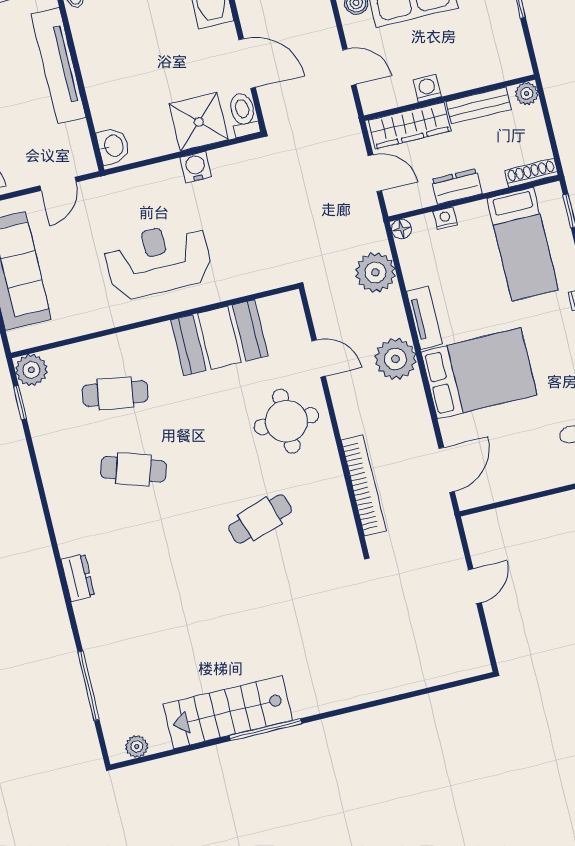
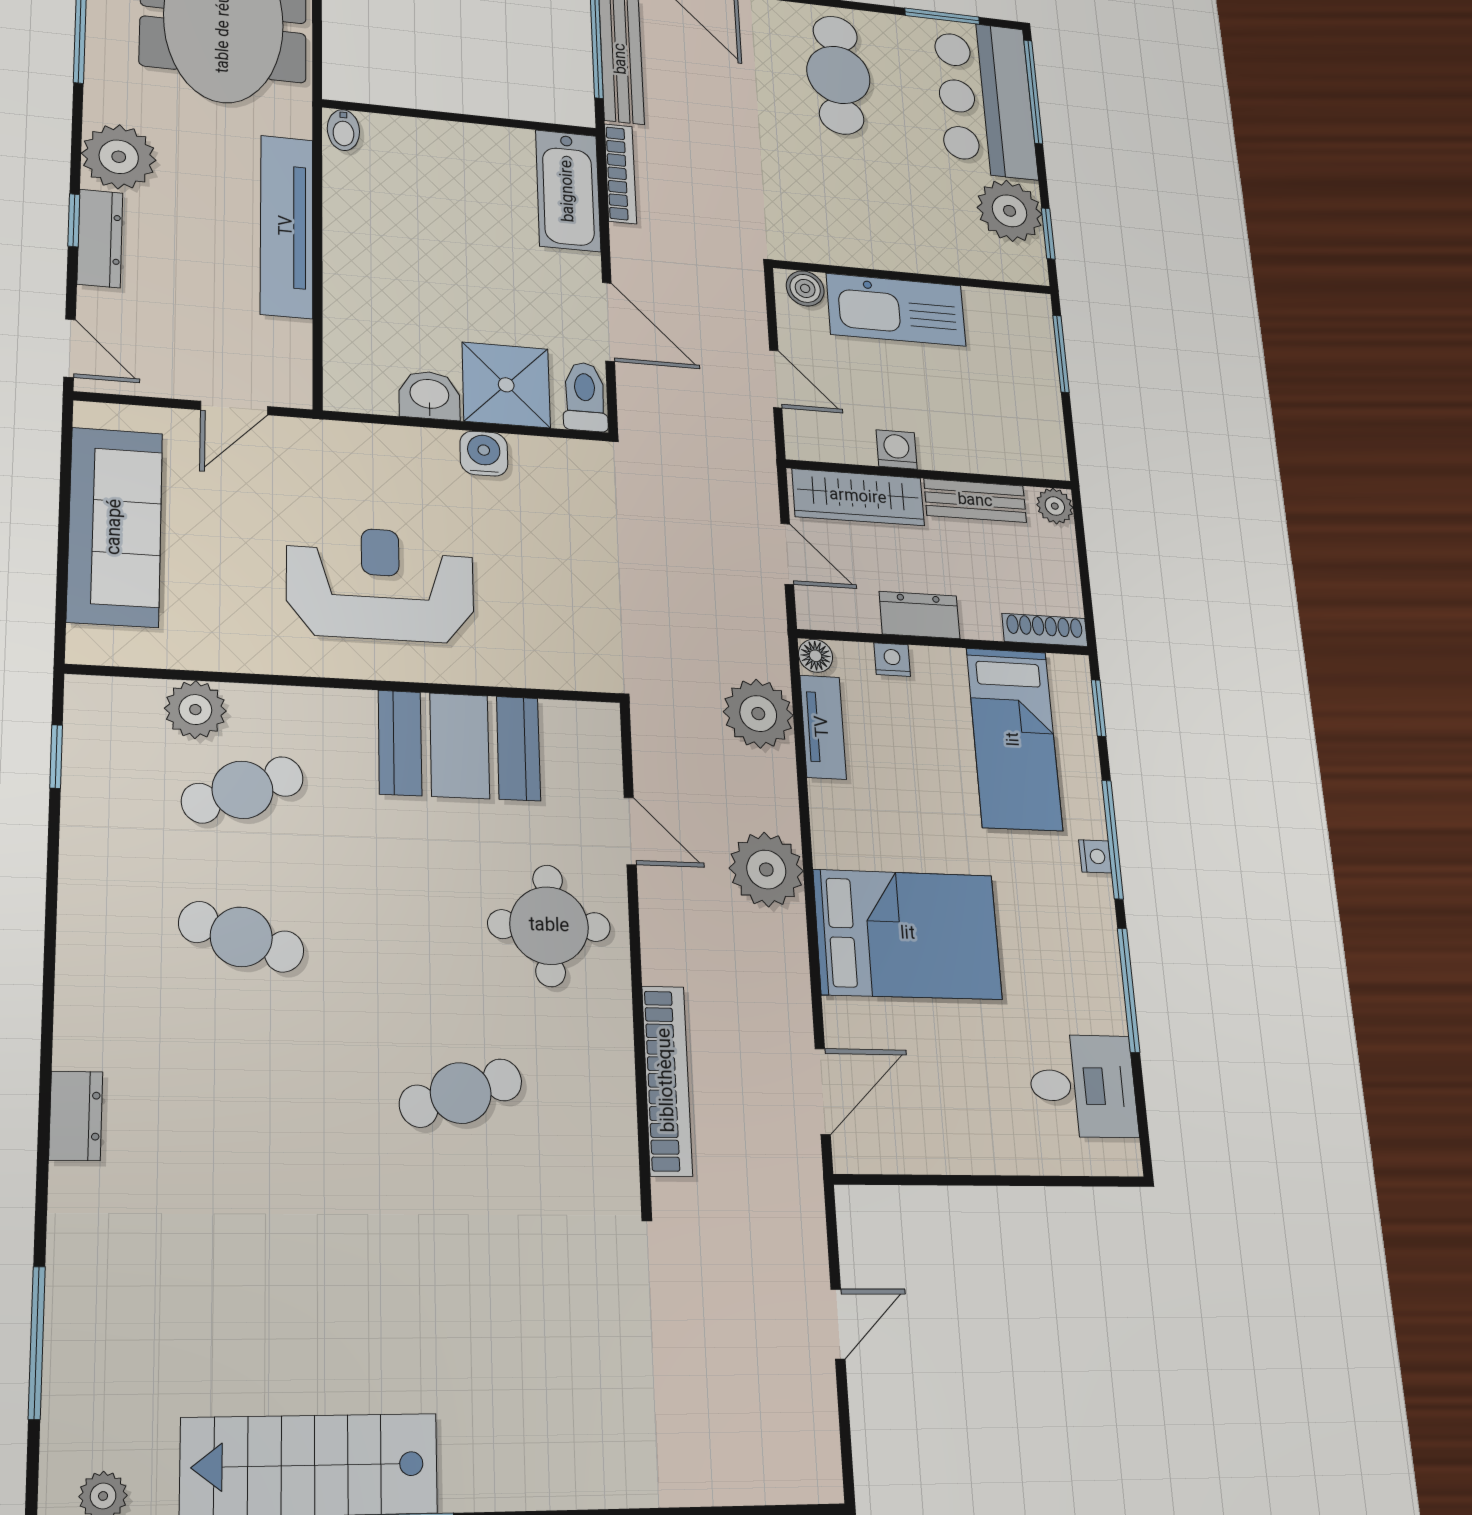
washbasin: (113, 146) -> (429, 395), moved, turned -90
tv unit: (424, 318) -> (823, 727), moved
plant: (31, 370) -> (195, 710), moved
cafe table: (115, 393) -> (242, 790), turned -30

